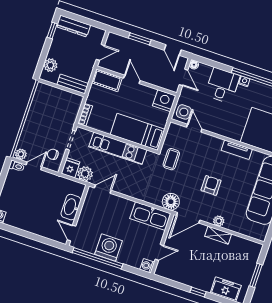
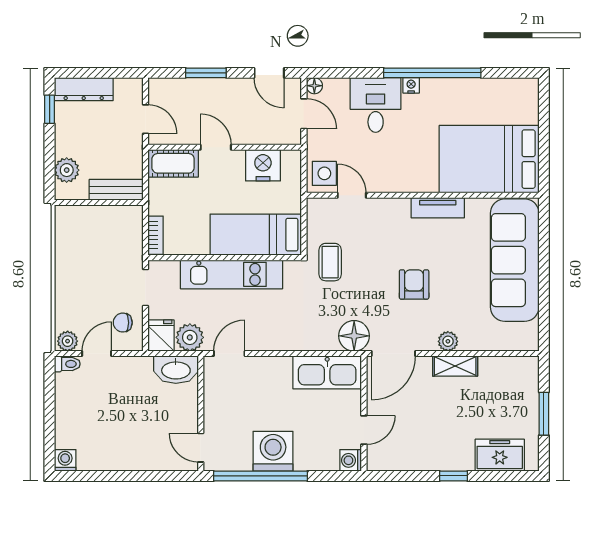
door: (100, 52) -> (145, 119), hinge flipped
nightstand: (164, 101) -> (263, 165), moved
washbasin: (71, 207) -> (176, 370), moved, turned -90

